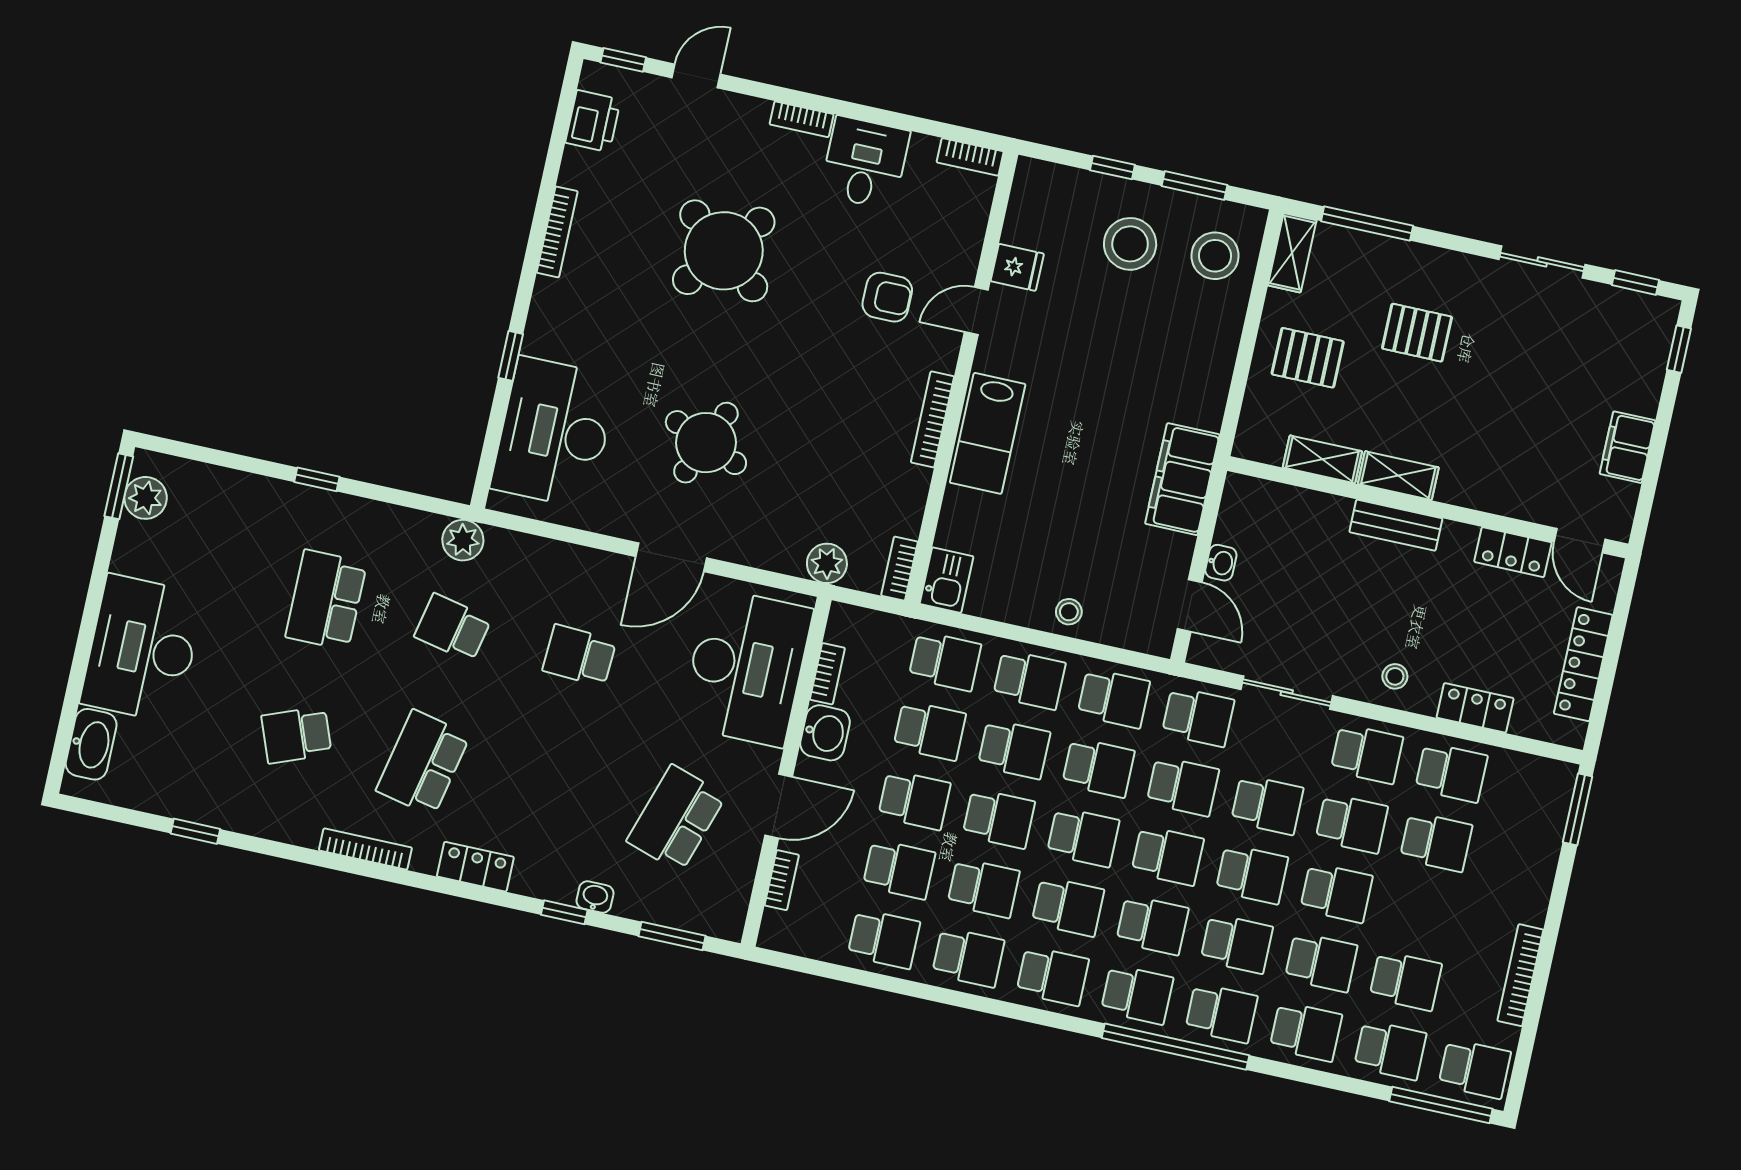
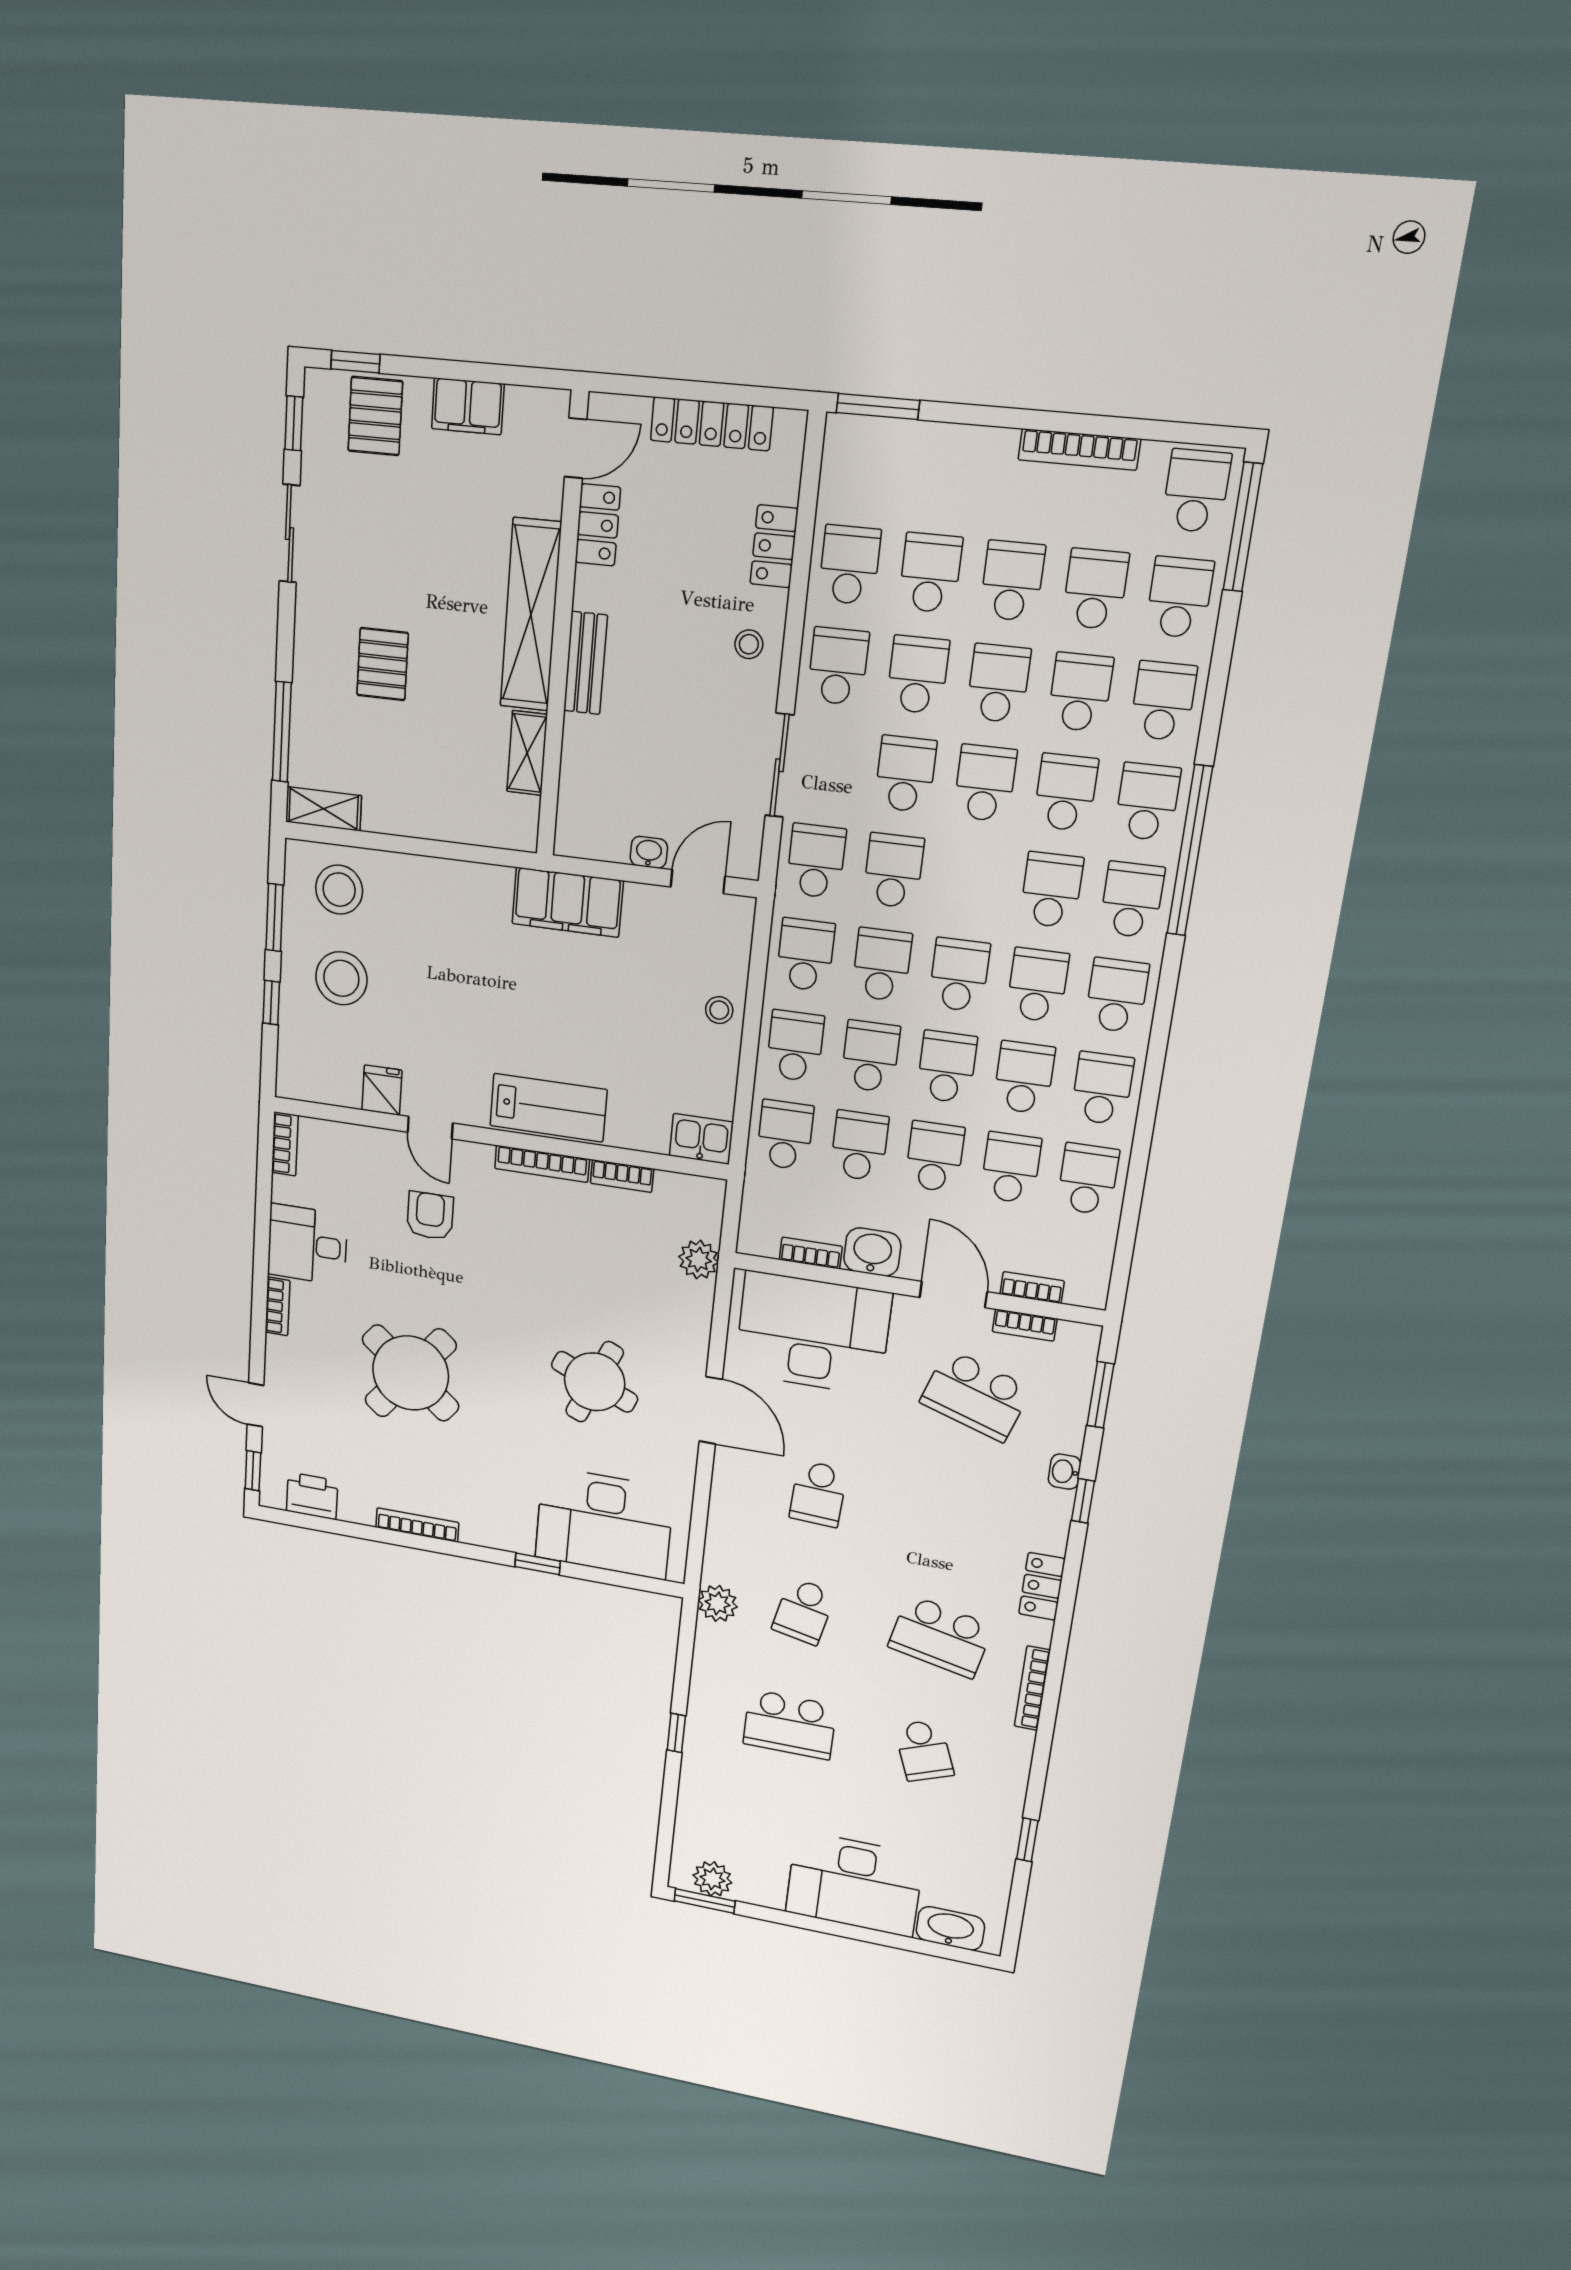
pallet: (1308, 358) -> (375, 416), moved
shelving: (1398, 476) -> (531, 615), width x2.20, depth x1.33
bookcase: (899, 569) -> (622, 1176), moved
school desk: (1168, 856) -> (1012, 581), moved
bookcase: (745, 870) -> (1025, 1325), added

